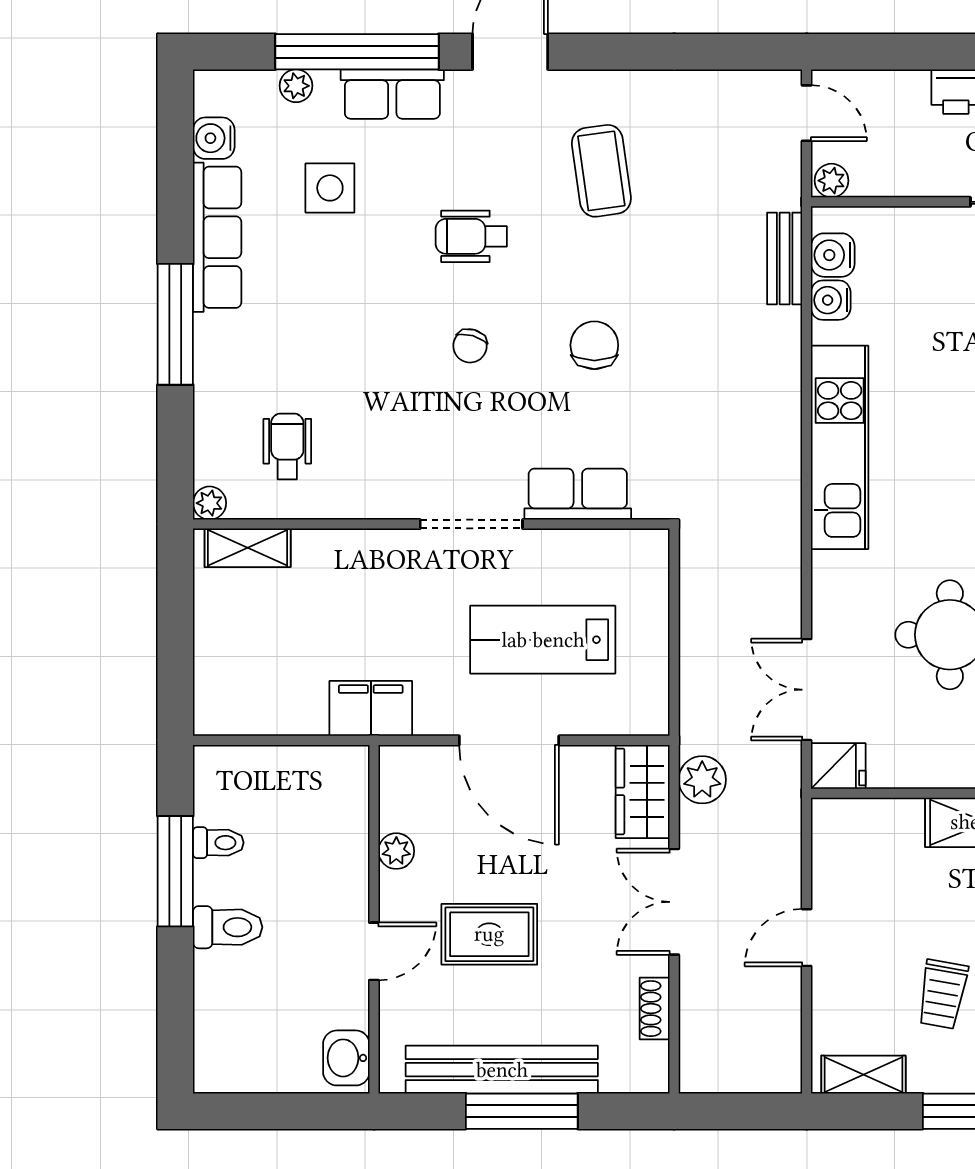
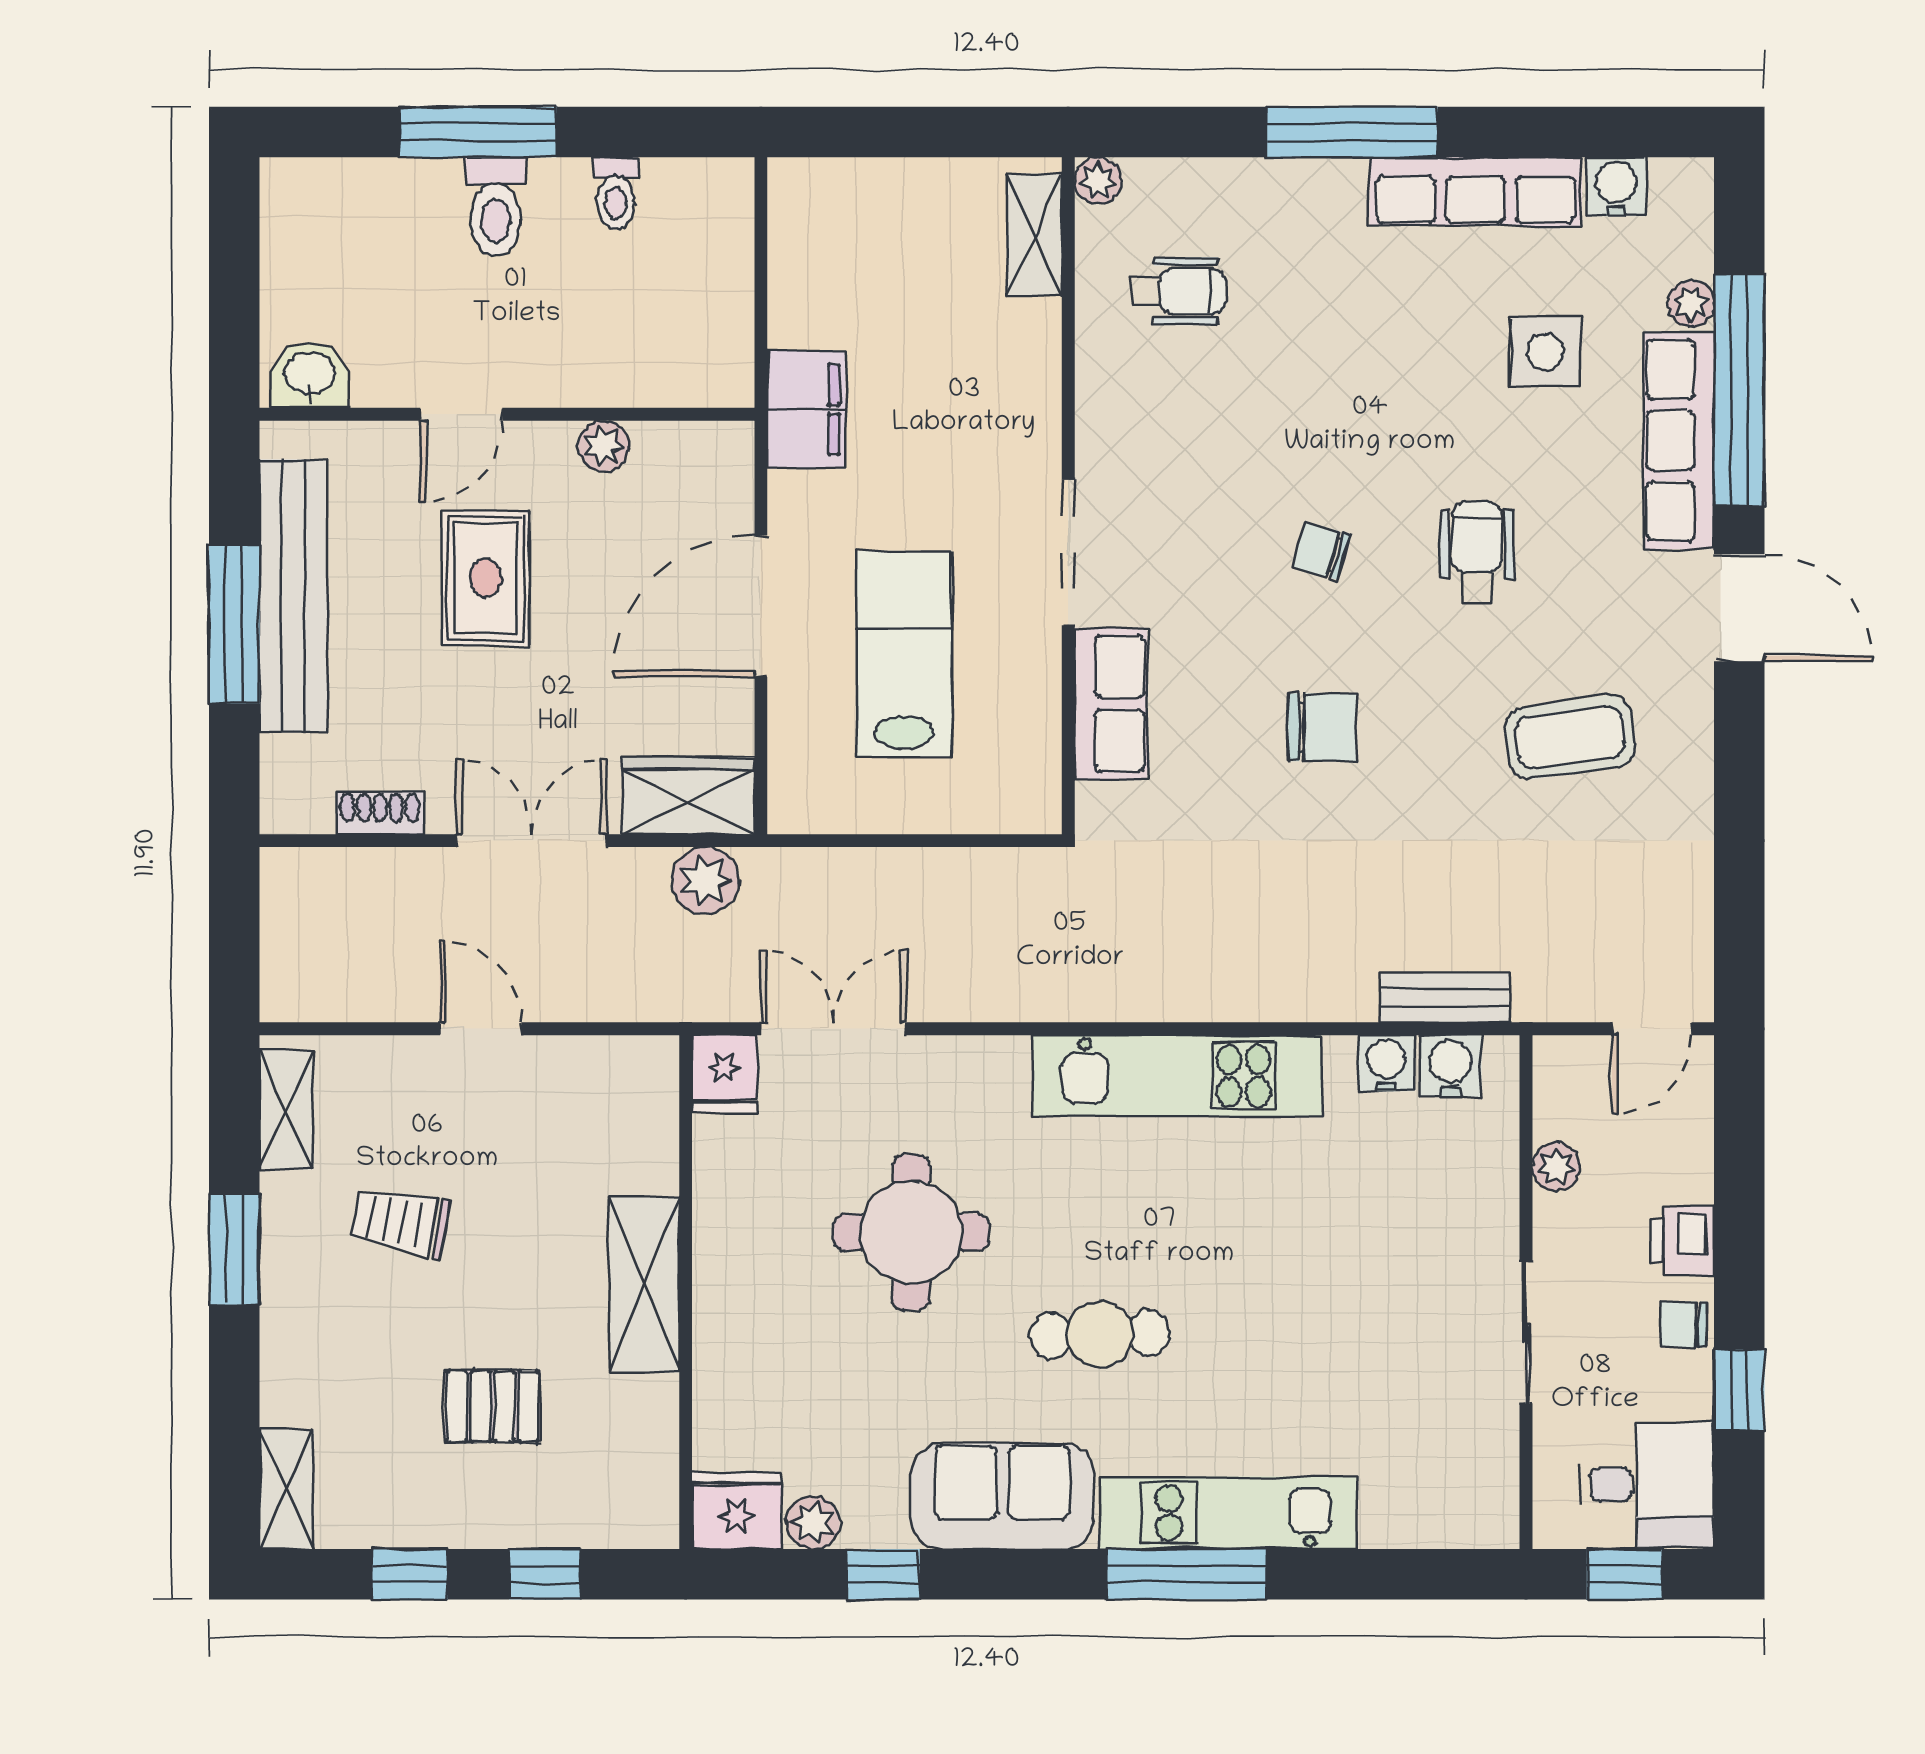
row of seats: (392, 94) -> (1679, 440), width x1.48
plant: (832, 181) -> (1556, 1167), moved
window: (175, 871) -> (478, 132), moved
door: (374, 951) -> (461, 414), hinge flipped

